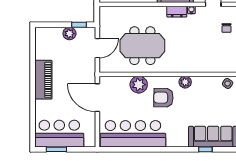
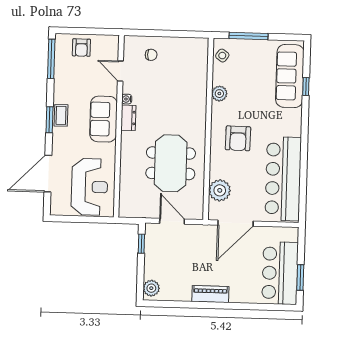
plant: (69, 34) -> (151, 288), moved
piano: (43, 80) -> (210, 294), width x0.73, depth x0.75
plant: (185, 82) -> (219, 94), moved
plant: (139, 85) -> (220, 190), moved

